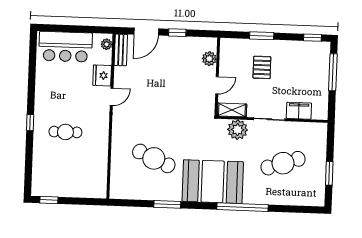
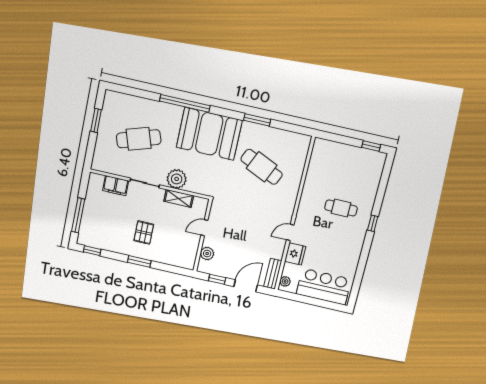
plant: (209, 59) -> (207, 254), moved
wall: (217, 77) -> (203, 235), moved
door: (217, 85) -> (204, 228), moved

